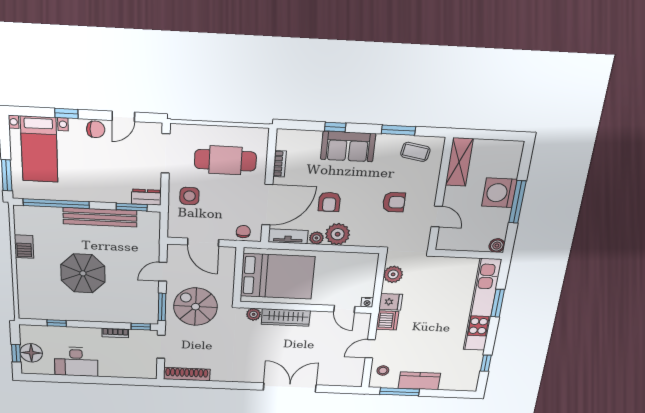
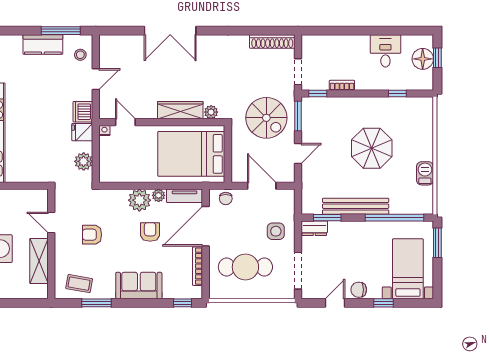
window: (335, 127) -> (183, 303), moved
shelving: (459, 162) -> (39, 261), moved
bookcase: (280, 164) -> (197, 266), width x1.56
desk: (76, 362) -> (385, 51), width x0.73

